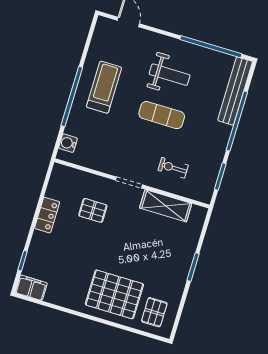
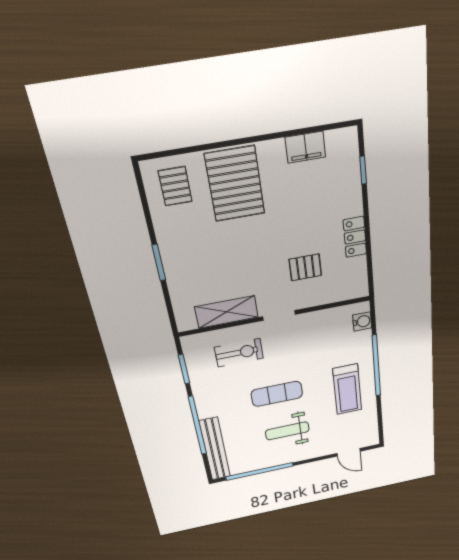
exercise bike: (173, 168) -> (239, 353), width x1.38, depth x1.39
filing cabinet: (31, 288) -> (305, 147), moved
pallet: (114, 294) -> (235, 184), turned 90

